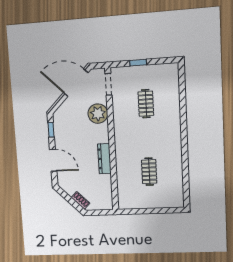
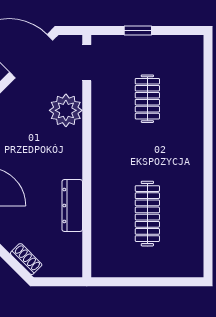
dresser: (104, 159) -> (72, 205), moved
clothes rail: (149, 172) -> (147, 214), width x1.36

